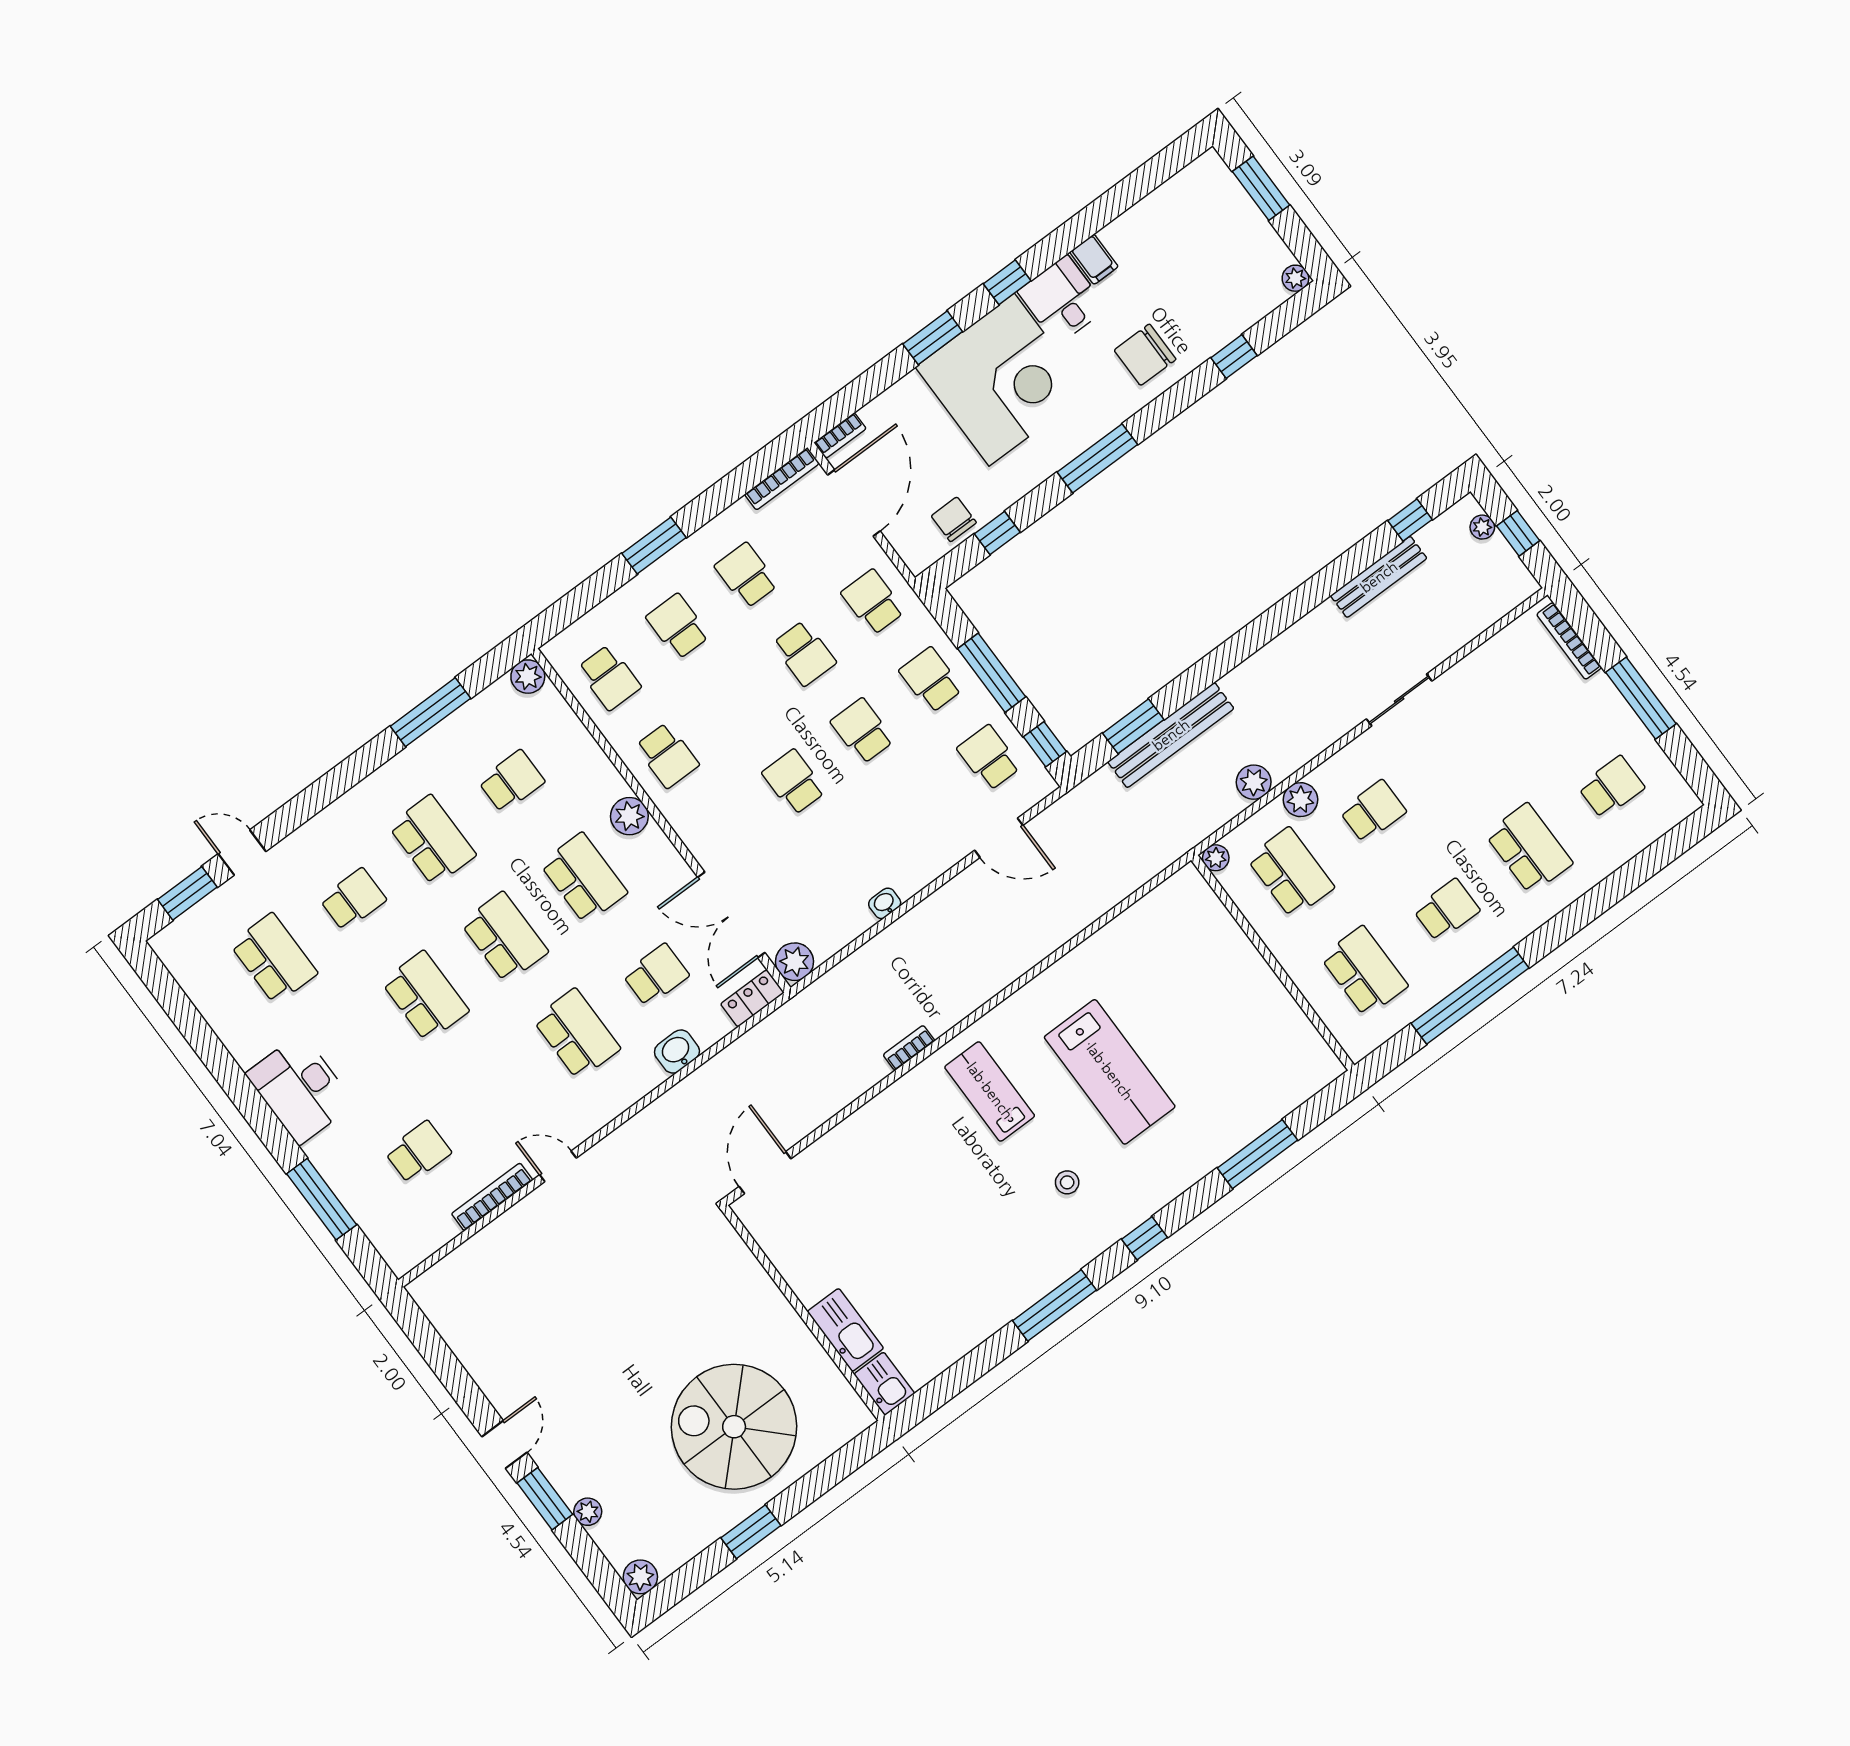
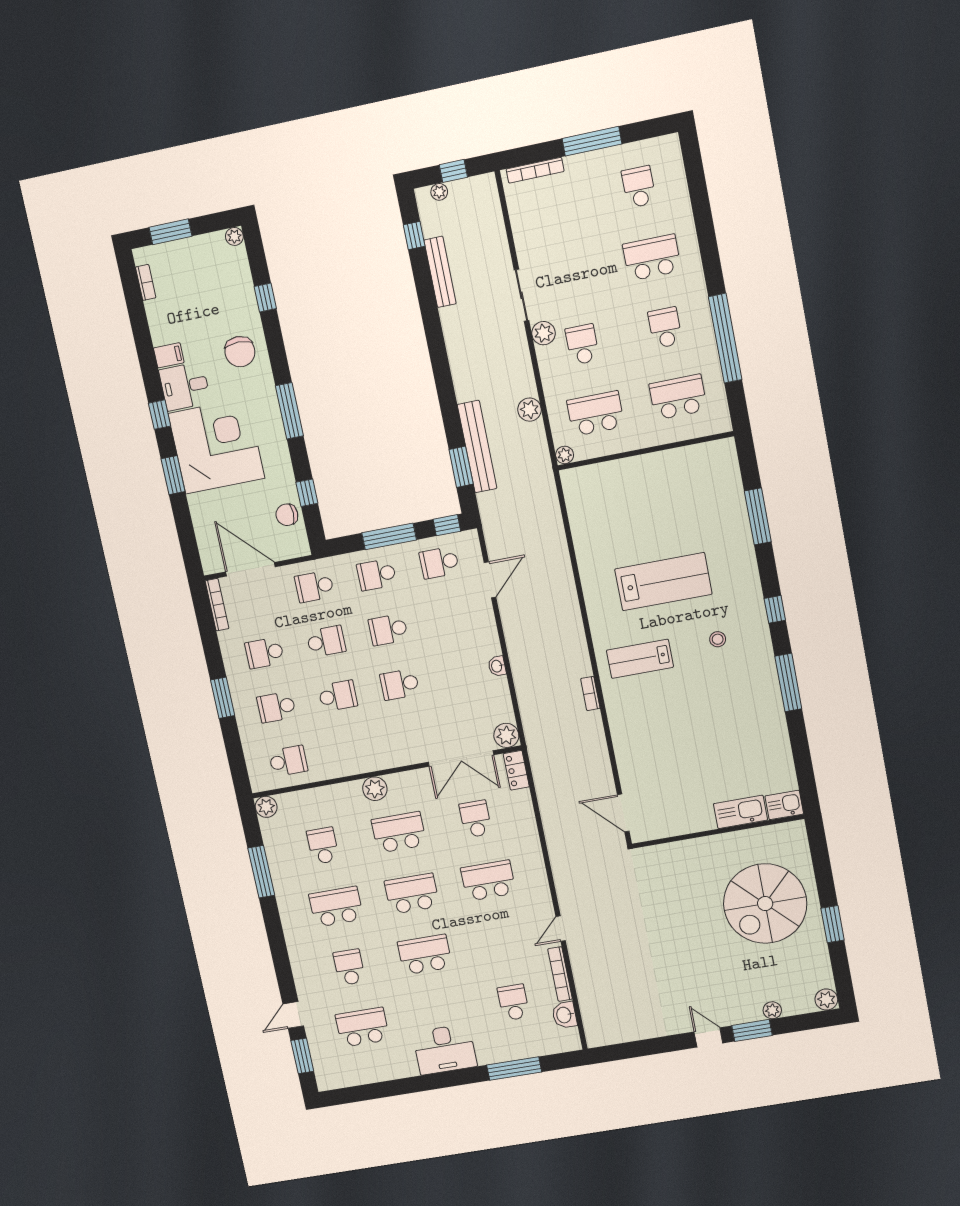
bookcase: (840, 436) -> (146, 282), moved
school desk: (667, 755) -> (338, 696), moved
plant: (1301, 800) -> (544, 333), moved
washbasin: (677, 1052) -> (564, 1015), moved

